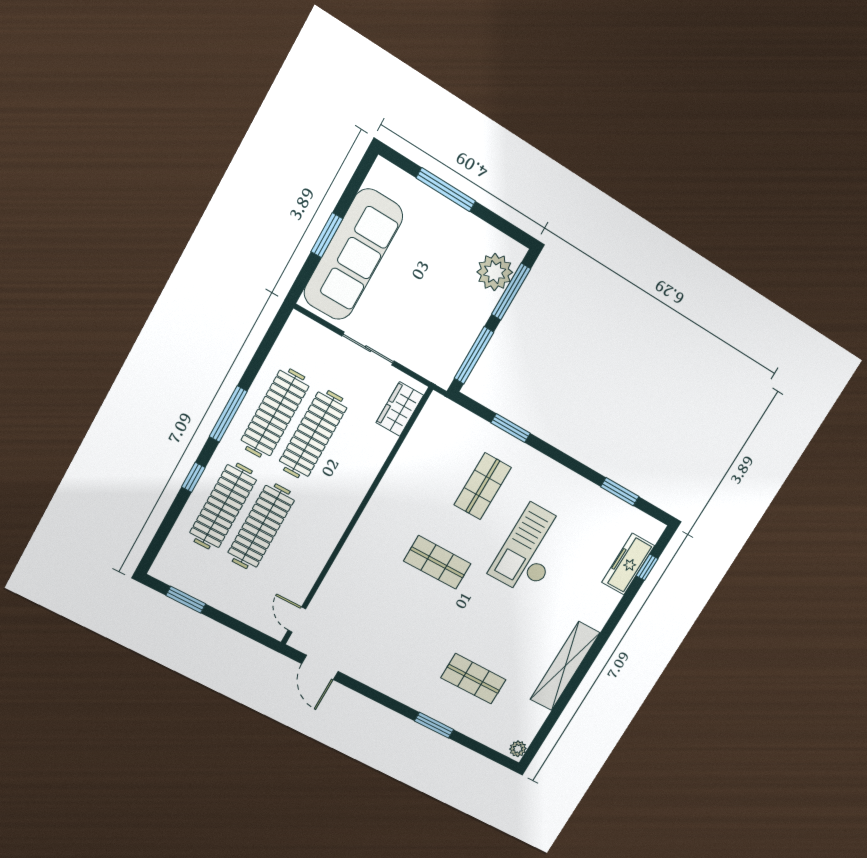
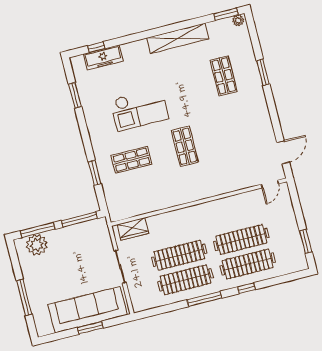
window: (538, 742) -> (226, 14), added

